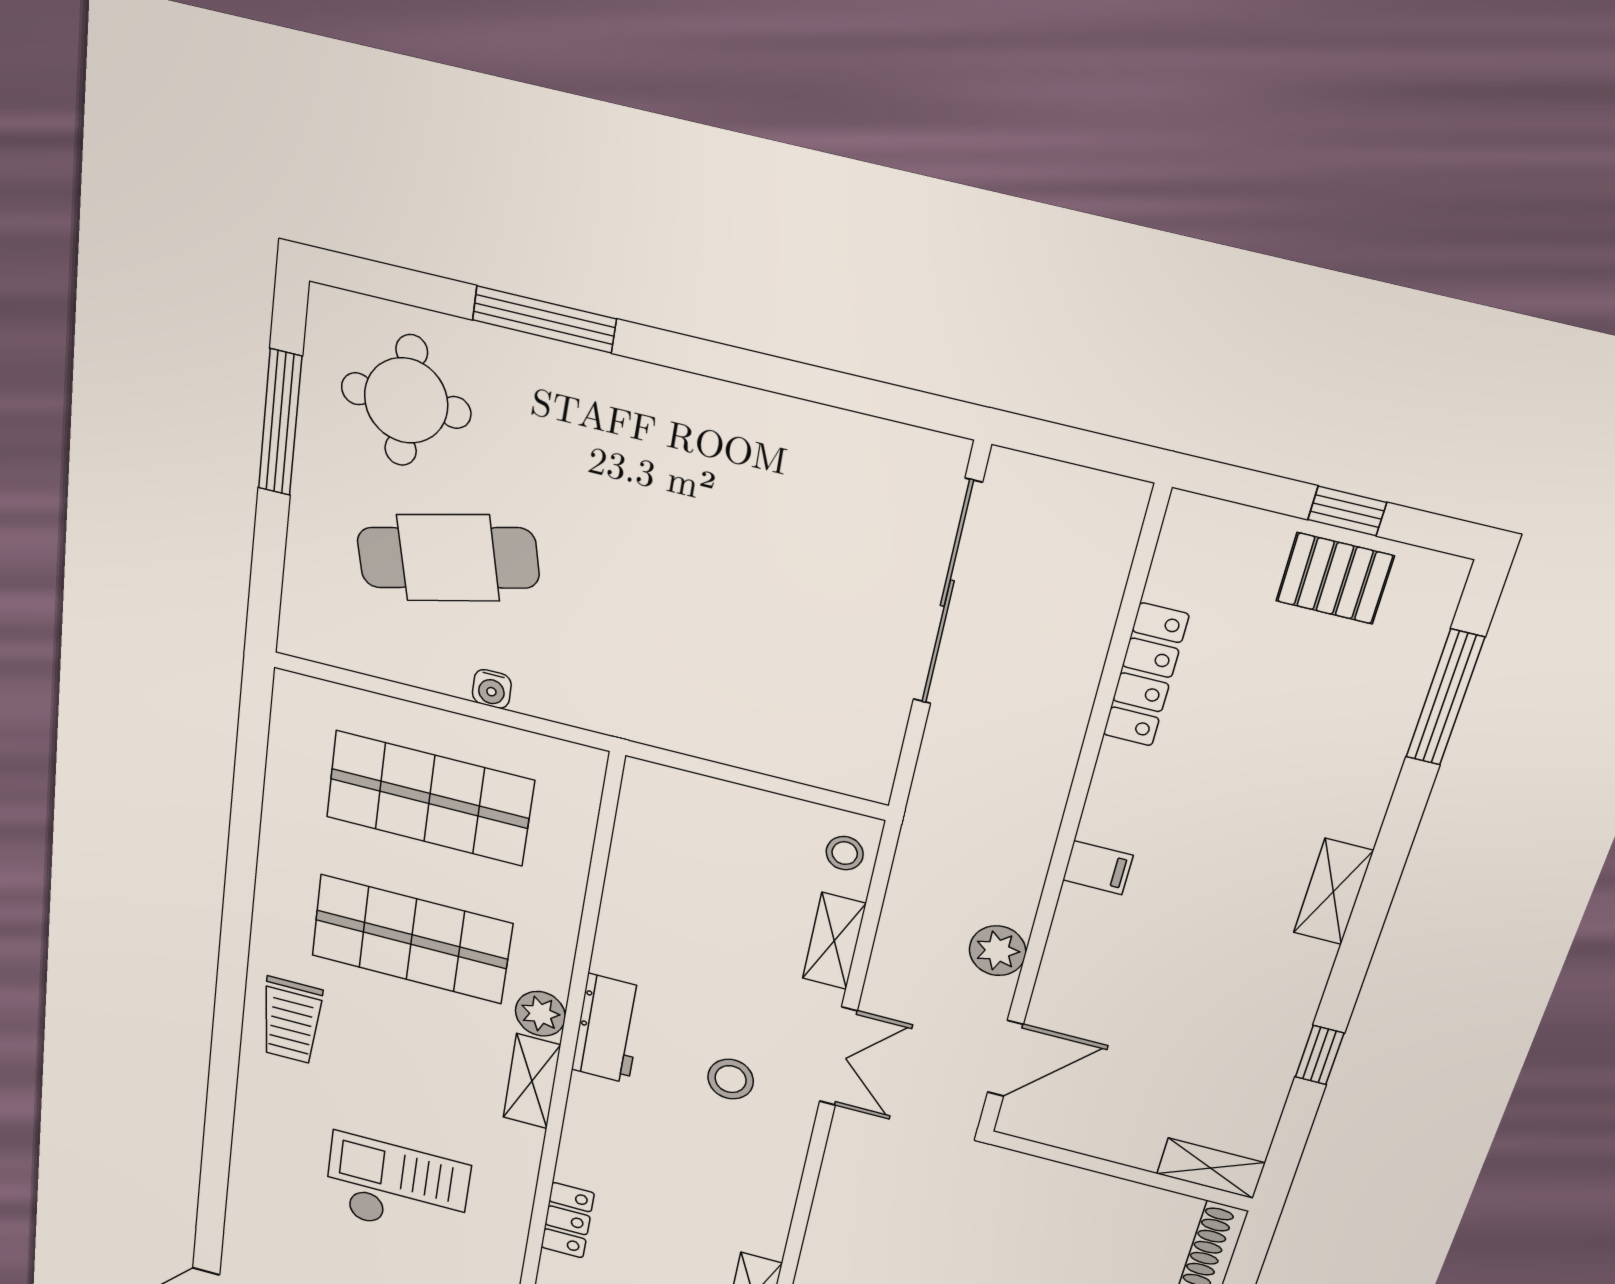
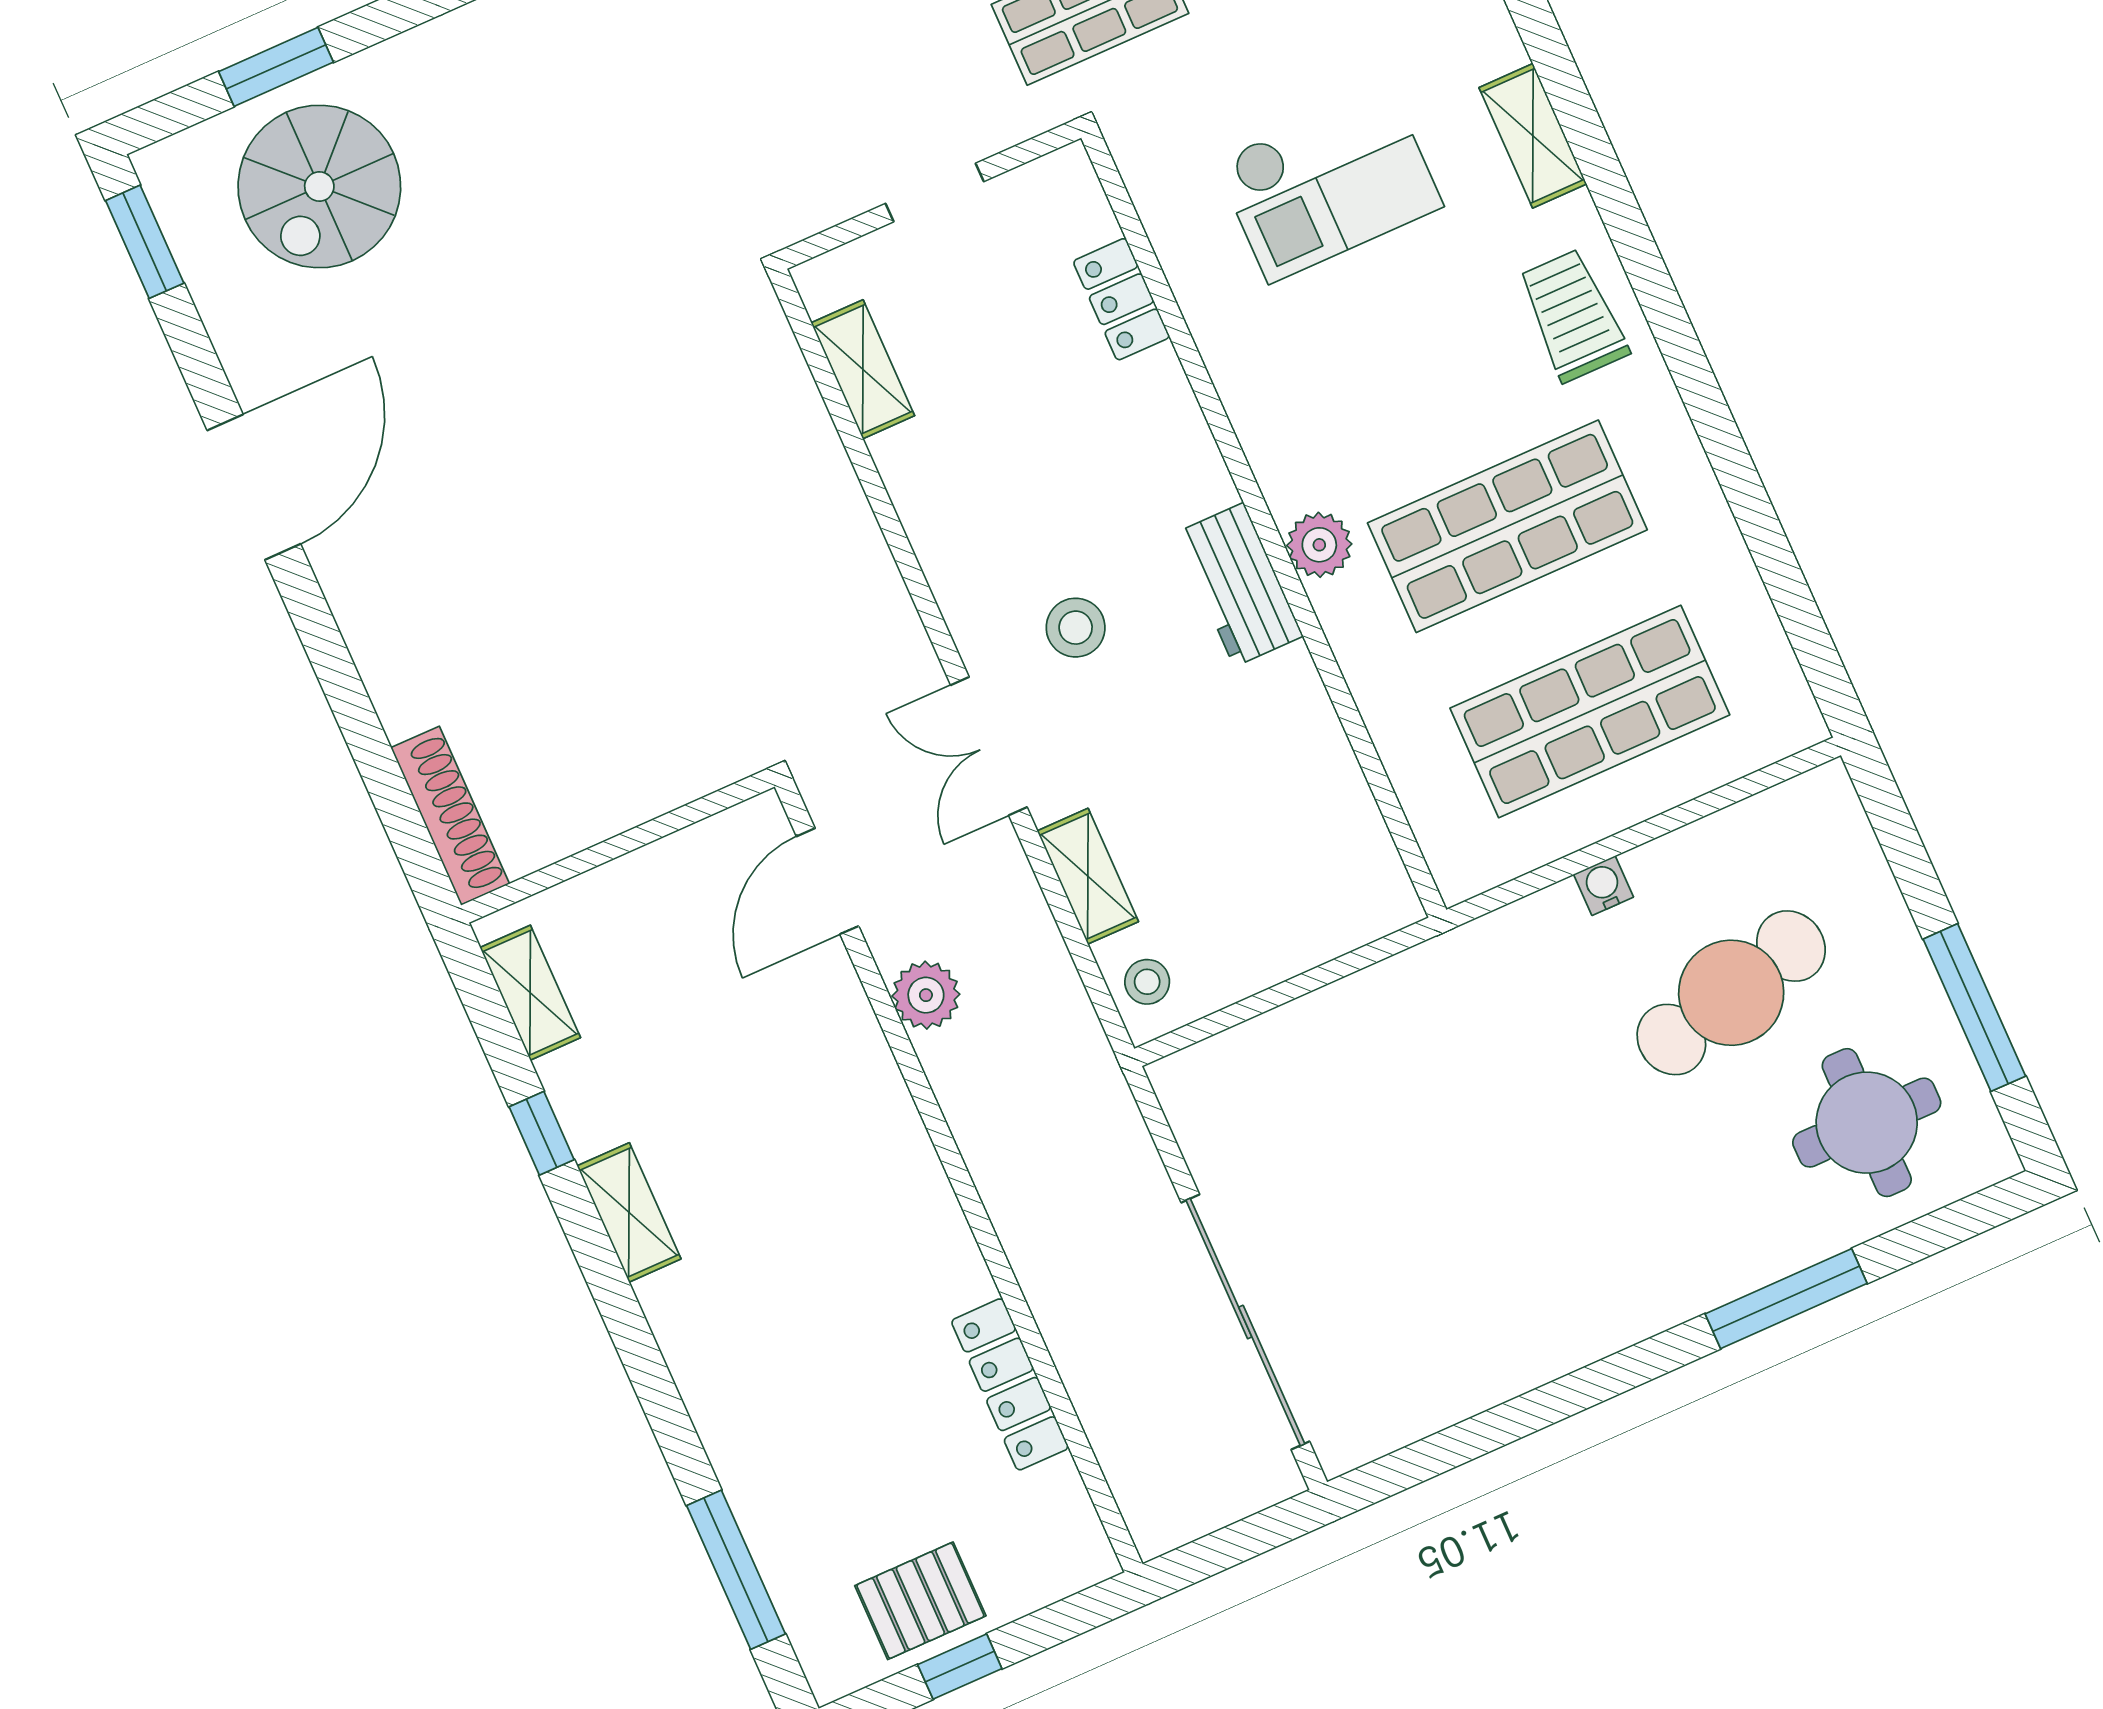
filing cabinet: (1098, 868) -> (902, 1160), removed
shelving: (1333, 892) -> (629, 1212), moved
shelving: (532, 1081) -> (1533, 136), moved
shelving: (1211, 1168) -> (530, 993), moved, turned 90

